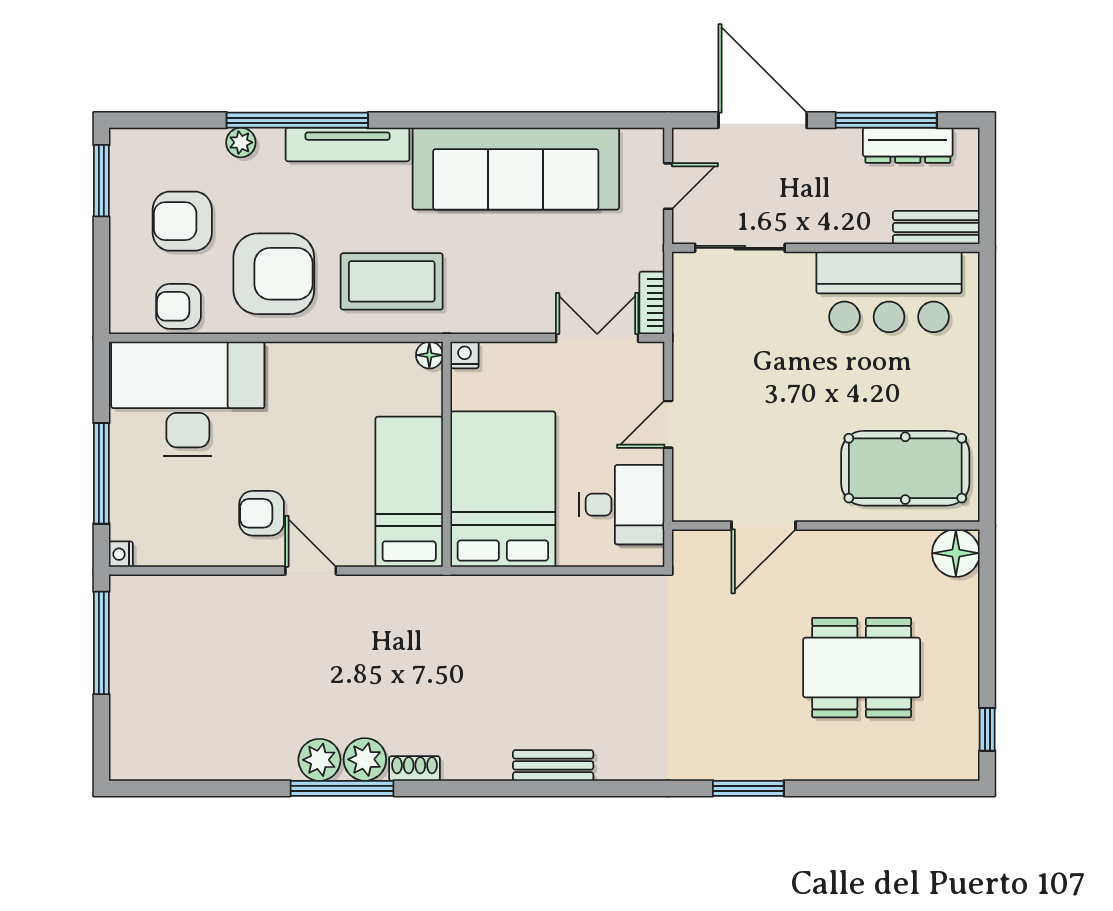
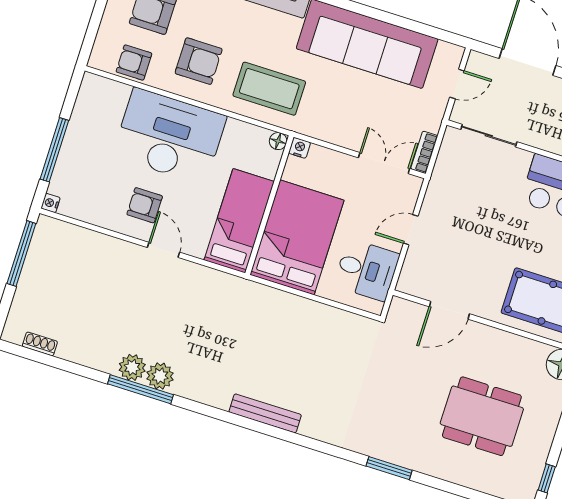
armchair: (274, 274) -> (199, 61), width x0.73, depth x0.73
desk: (188, 399) -> (169, 136), moved
bench: (553, 765) -> (265, 413), width x1.36
shoe rack: (414, 768) -> (40, 344), moved

